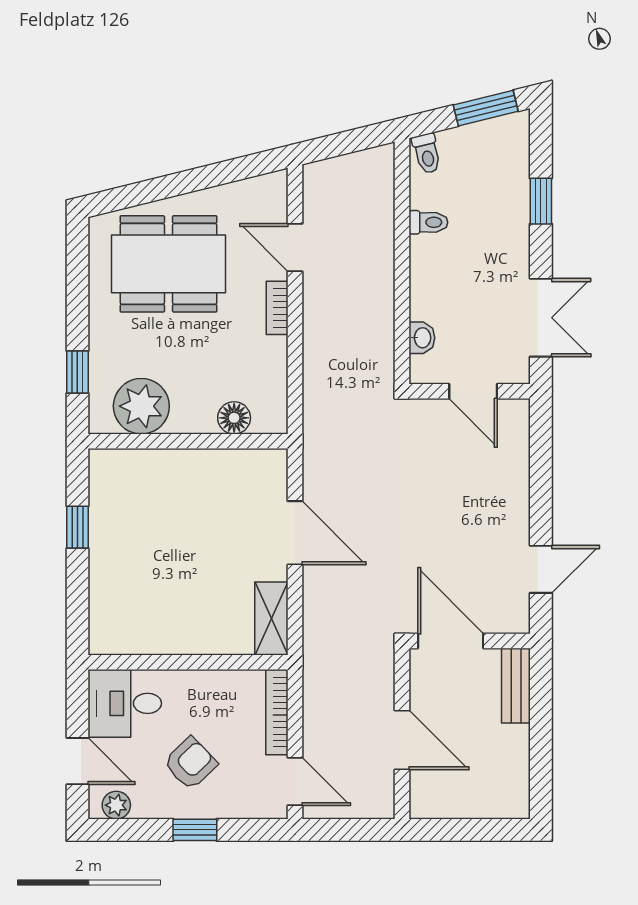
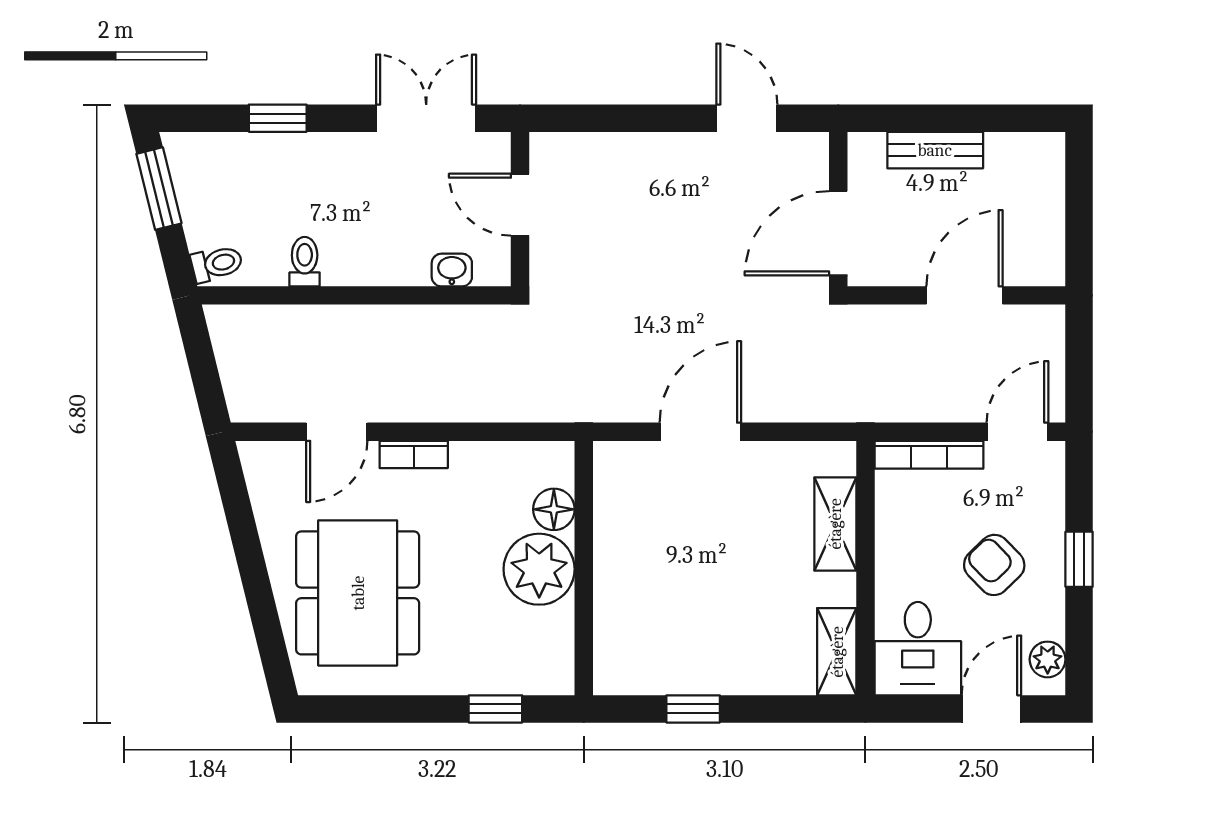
door: (473, 391) -> (520, 205), swing flipped
plant: (141, 406) -> (539, 569), moved
shelving: (271, 619) -> (835, 524), moved, turned 90
shelving: (122, 640) -> (837, 652), added
bench: (516, 686) -> (935, 150), moved

